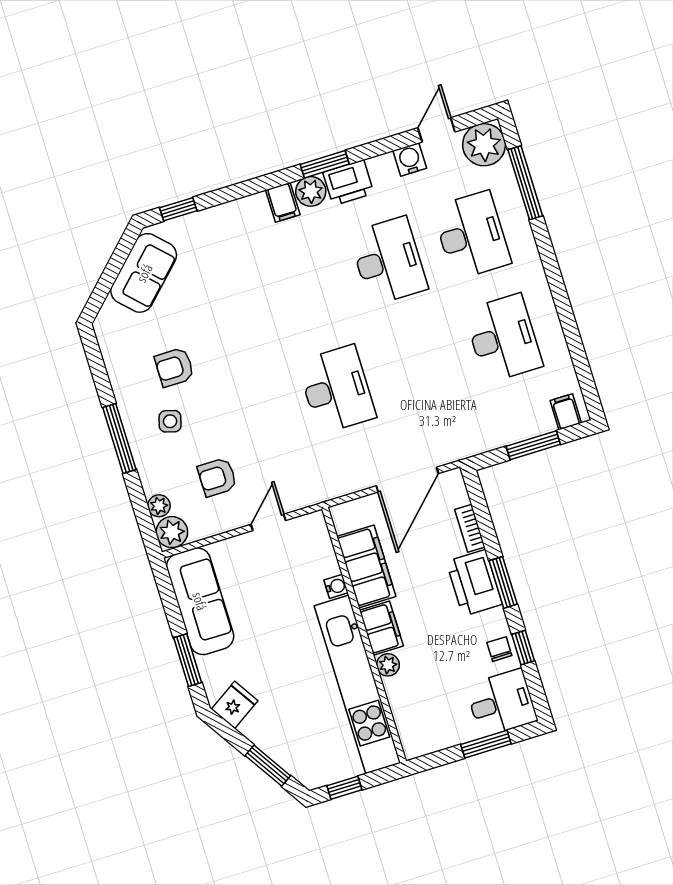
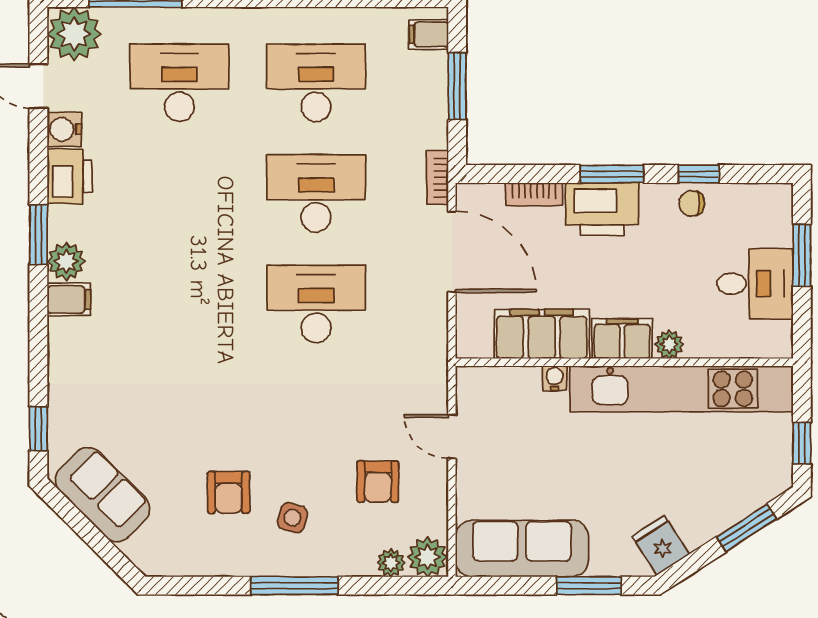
printer: (348, 183) -> (70, 176), moved
desk: (388, 261) -> (316, 193), moved
bookcase: (460, 452) -> (437, 178), added
desk: (502, 703) -> (755, 284), moved, turned 90

